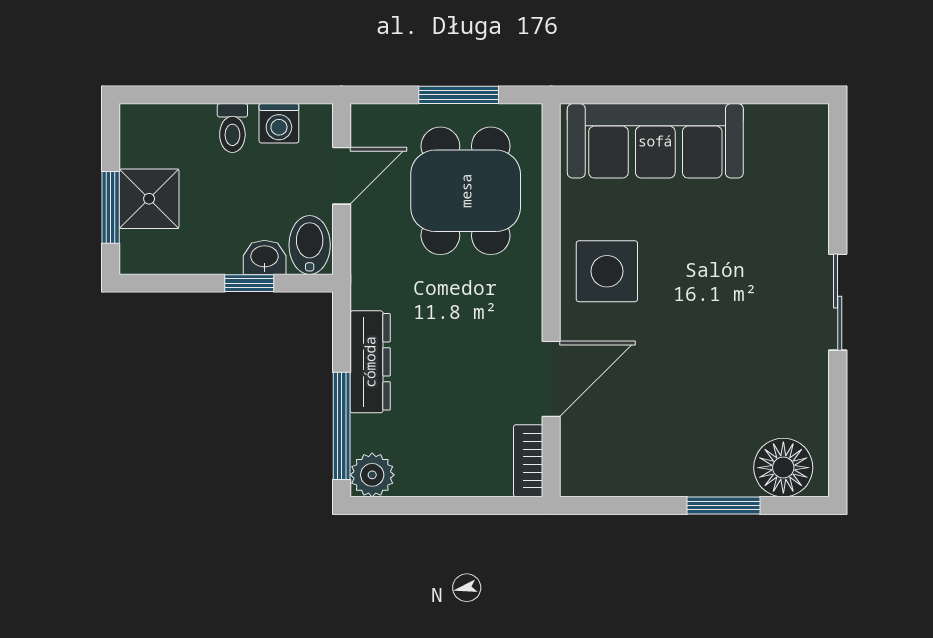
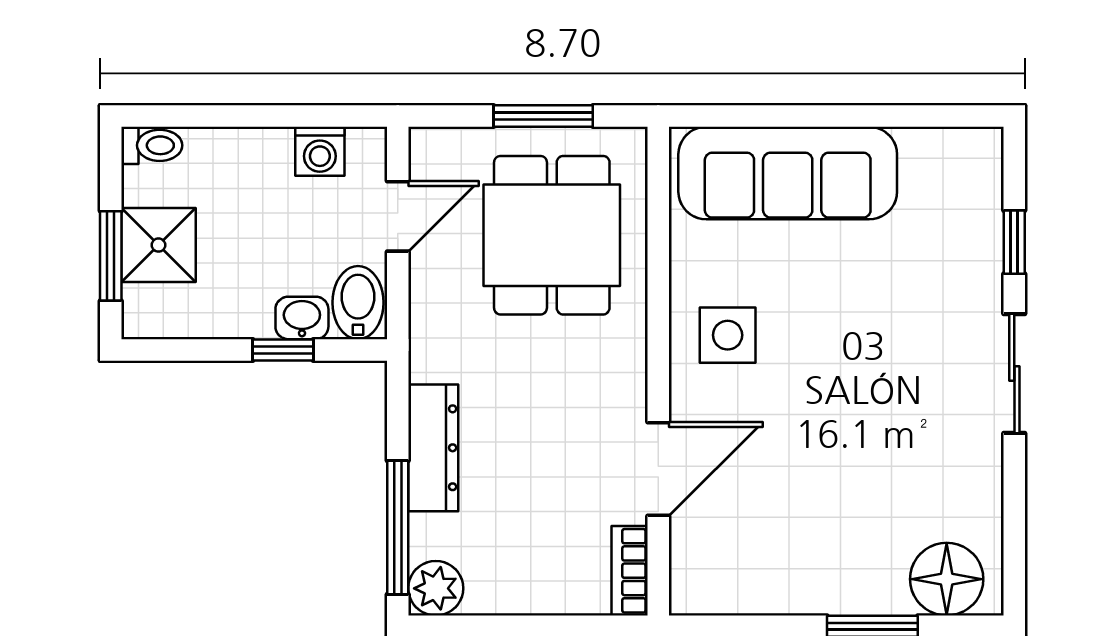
toilet: (232, 128) -> (152, 145), moved, turned -90
window: (838, 196) -> (1014, 242), added
side table: (607, 271) -> (728, 335), width x0.73, depth x0.73

